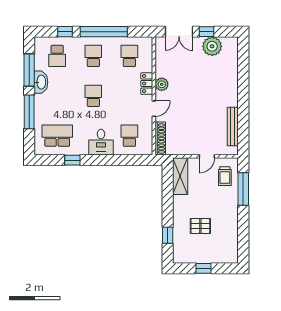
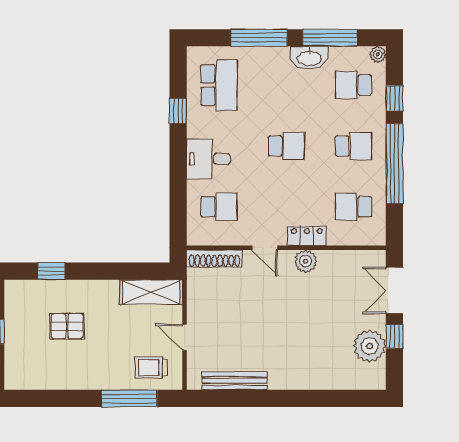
plant: (39, 41) -> (378, 54), added
school desk: (129, 56) -> (353, 207), turned 180
pallet: (200, 226) -> (67, 326), turned 90

